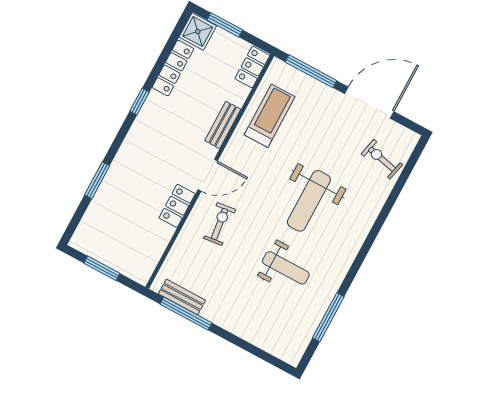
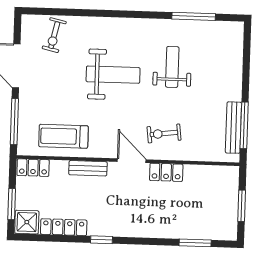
window: (97, 180) -> (195, 243), moved
bench: (182, 297) -> (233, 128), width x1.36

